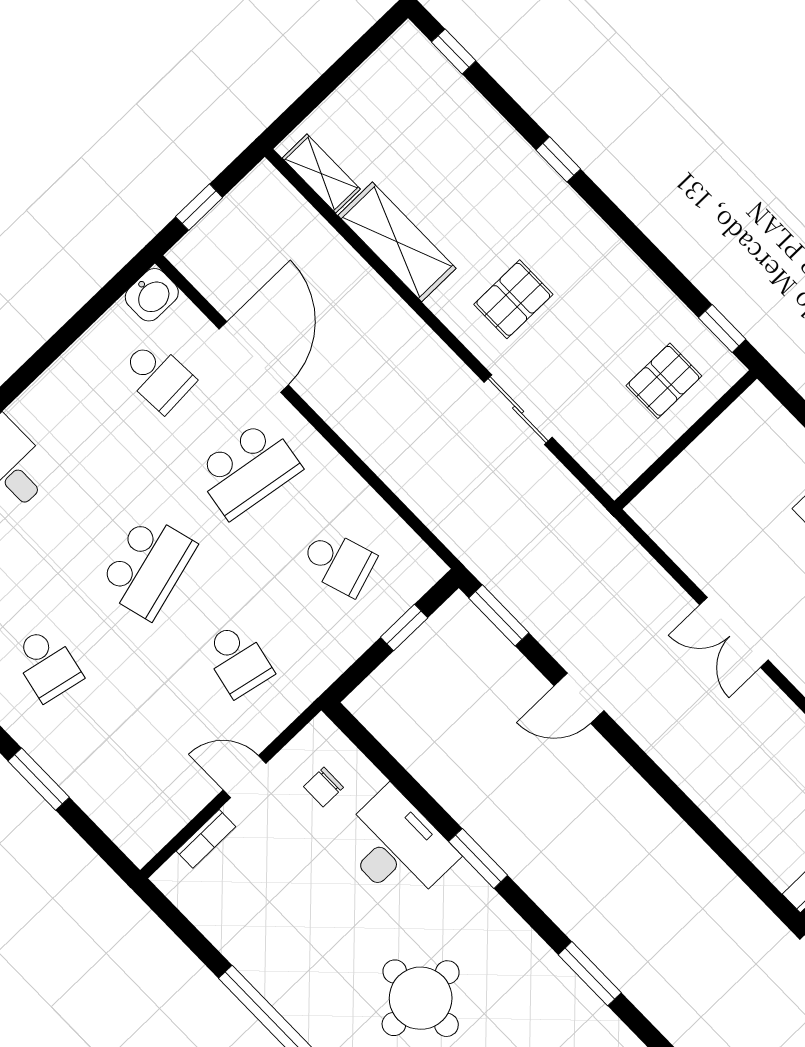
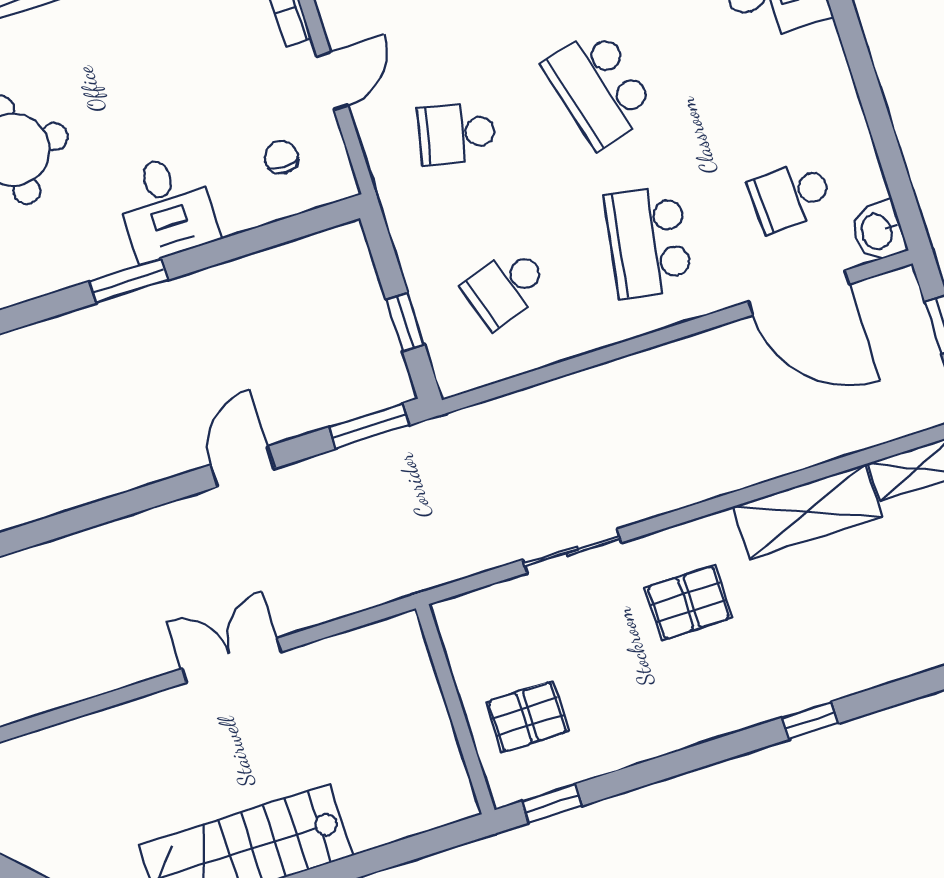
pallet: (513, 299) -> (689, 603), turned 90
door: (254, 357) -> (799, 293), moved
pallet: (664, 381) -> (527, 717), turned 90
desk: (397, 847) -> (166, 207), width x0.73

